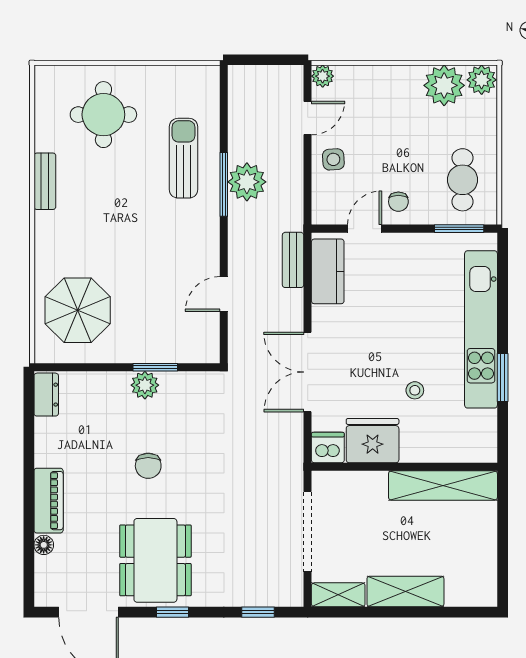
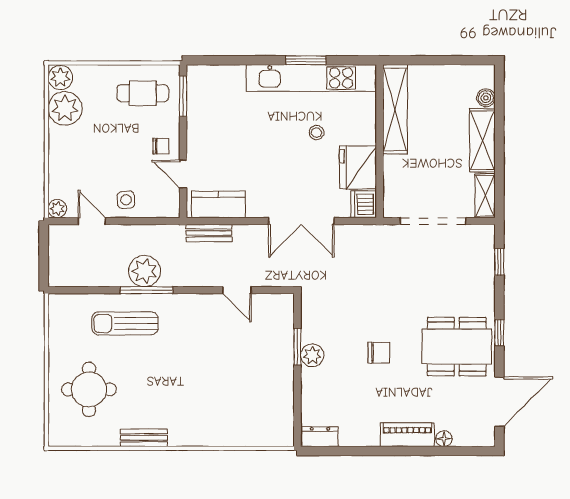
parasol: (78, 310) -> (250, 411), removed
kitchen unit: (481, 329) -> (311, 78), moved
boiler: (457, 596) -> (486, 98), added

